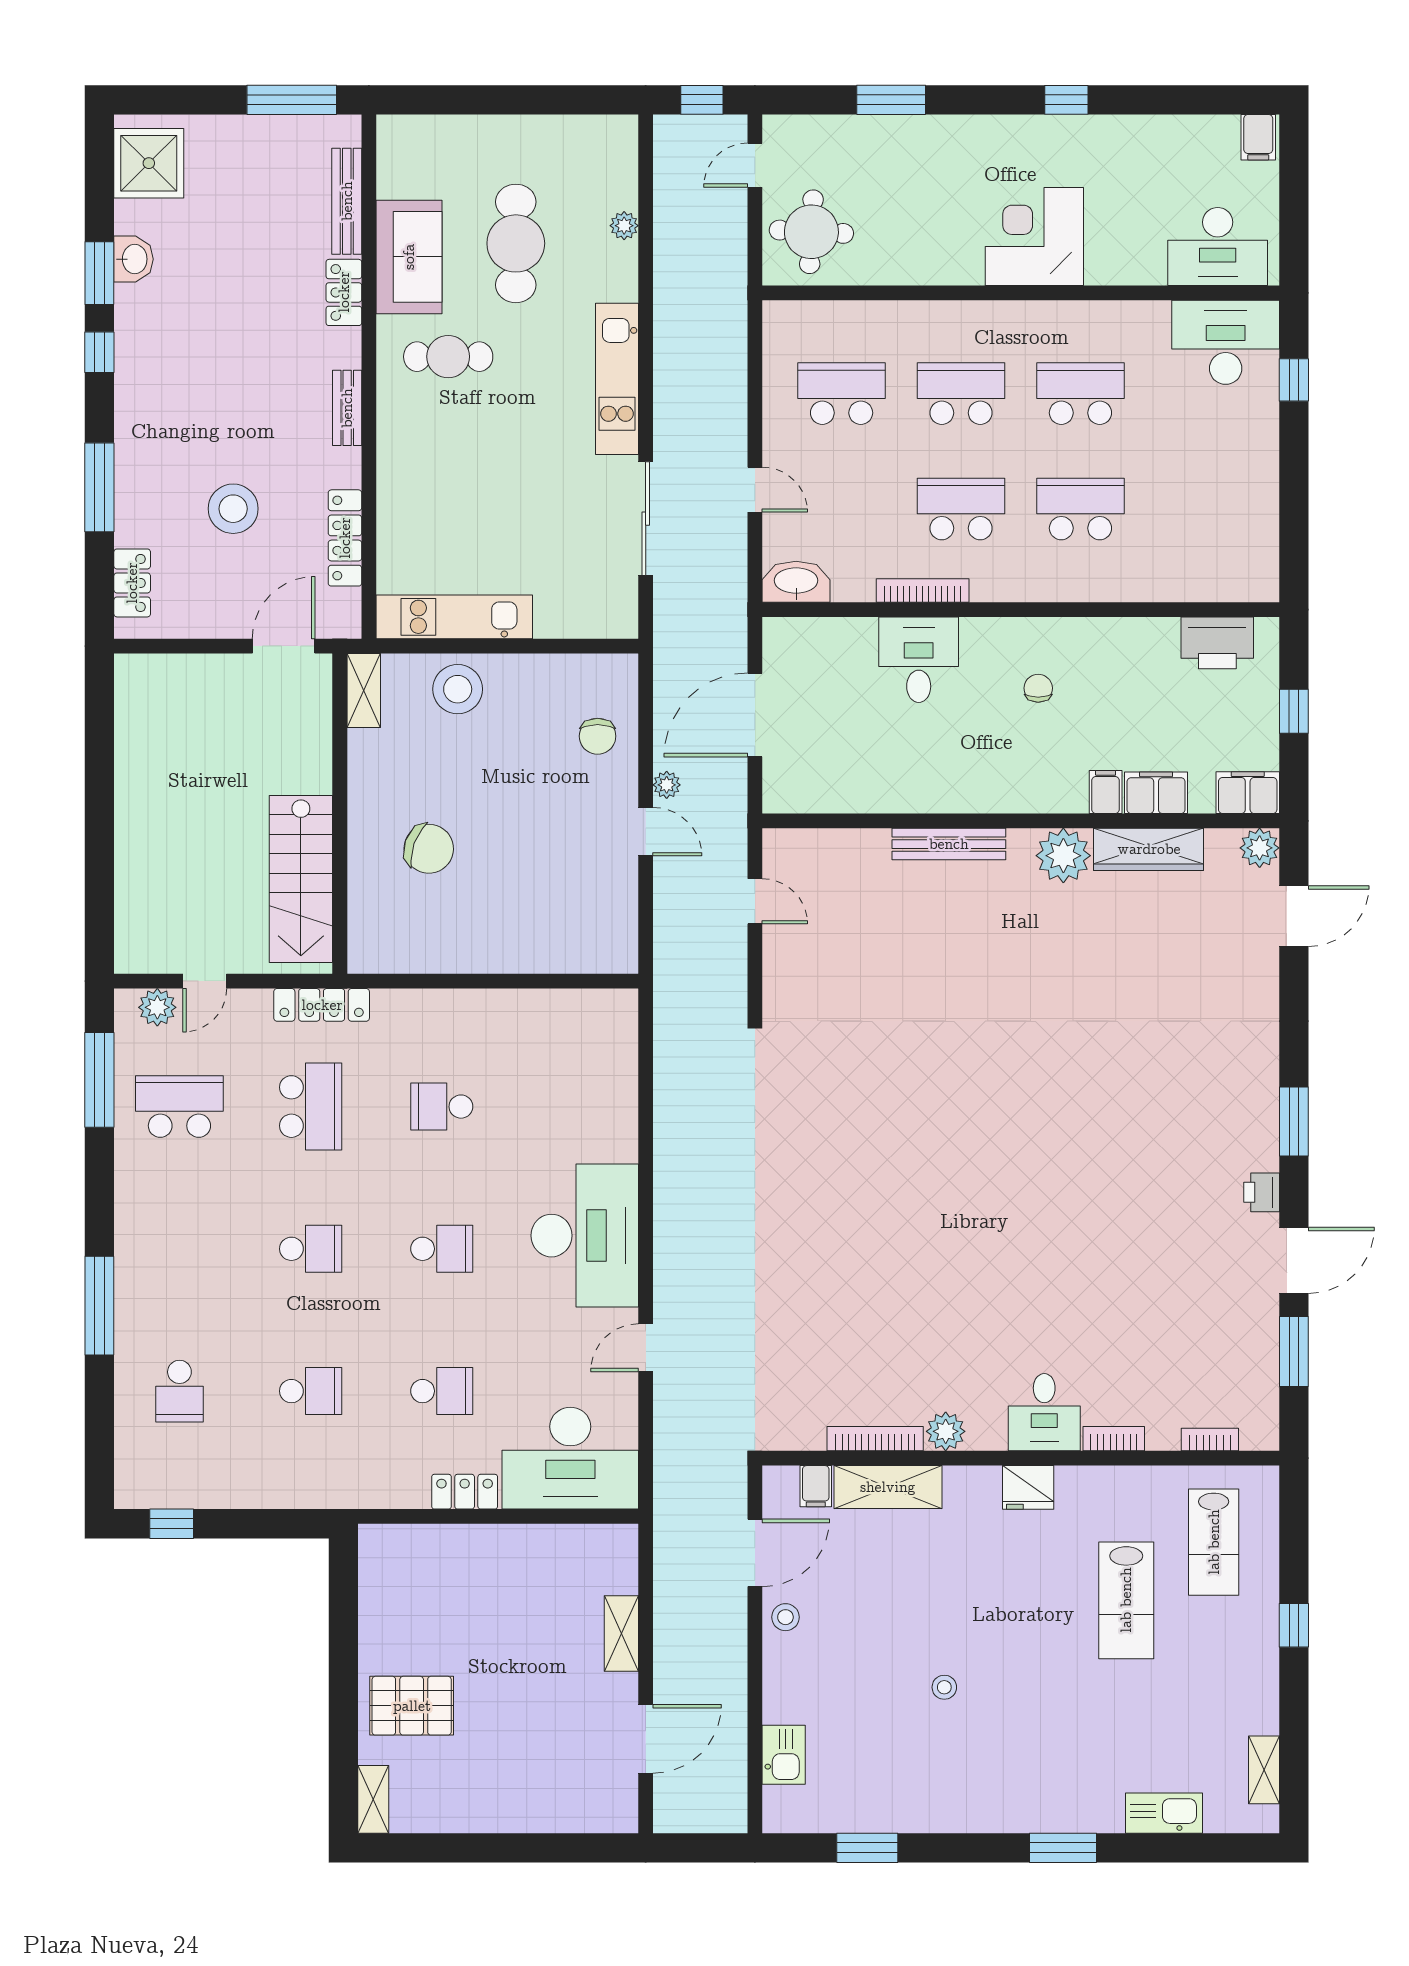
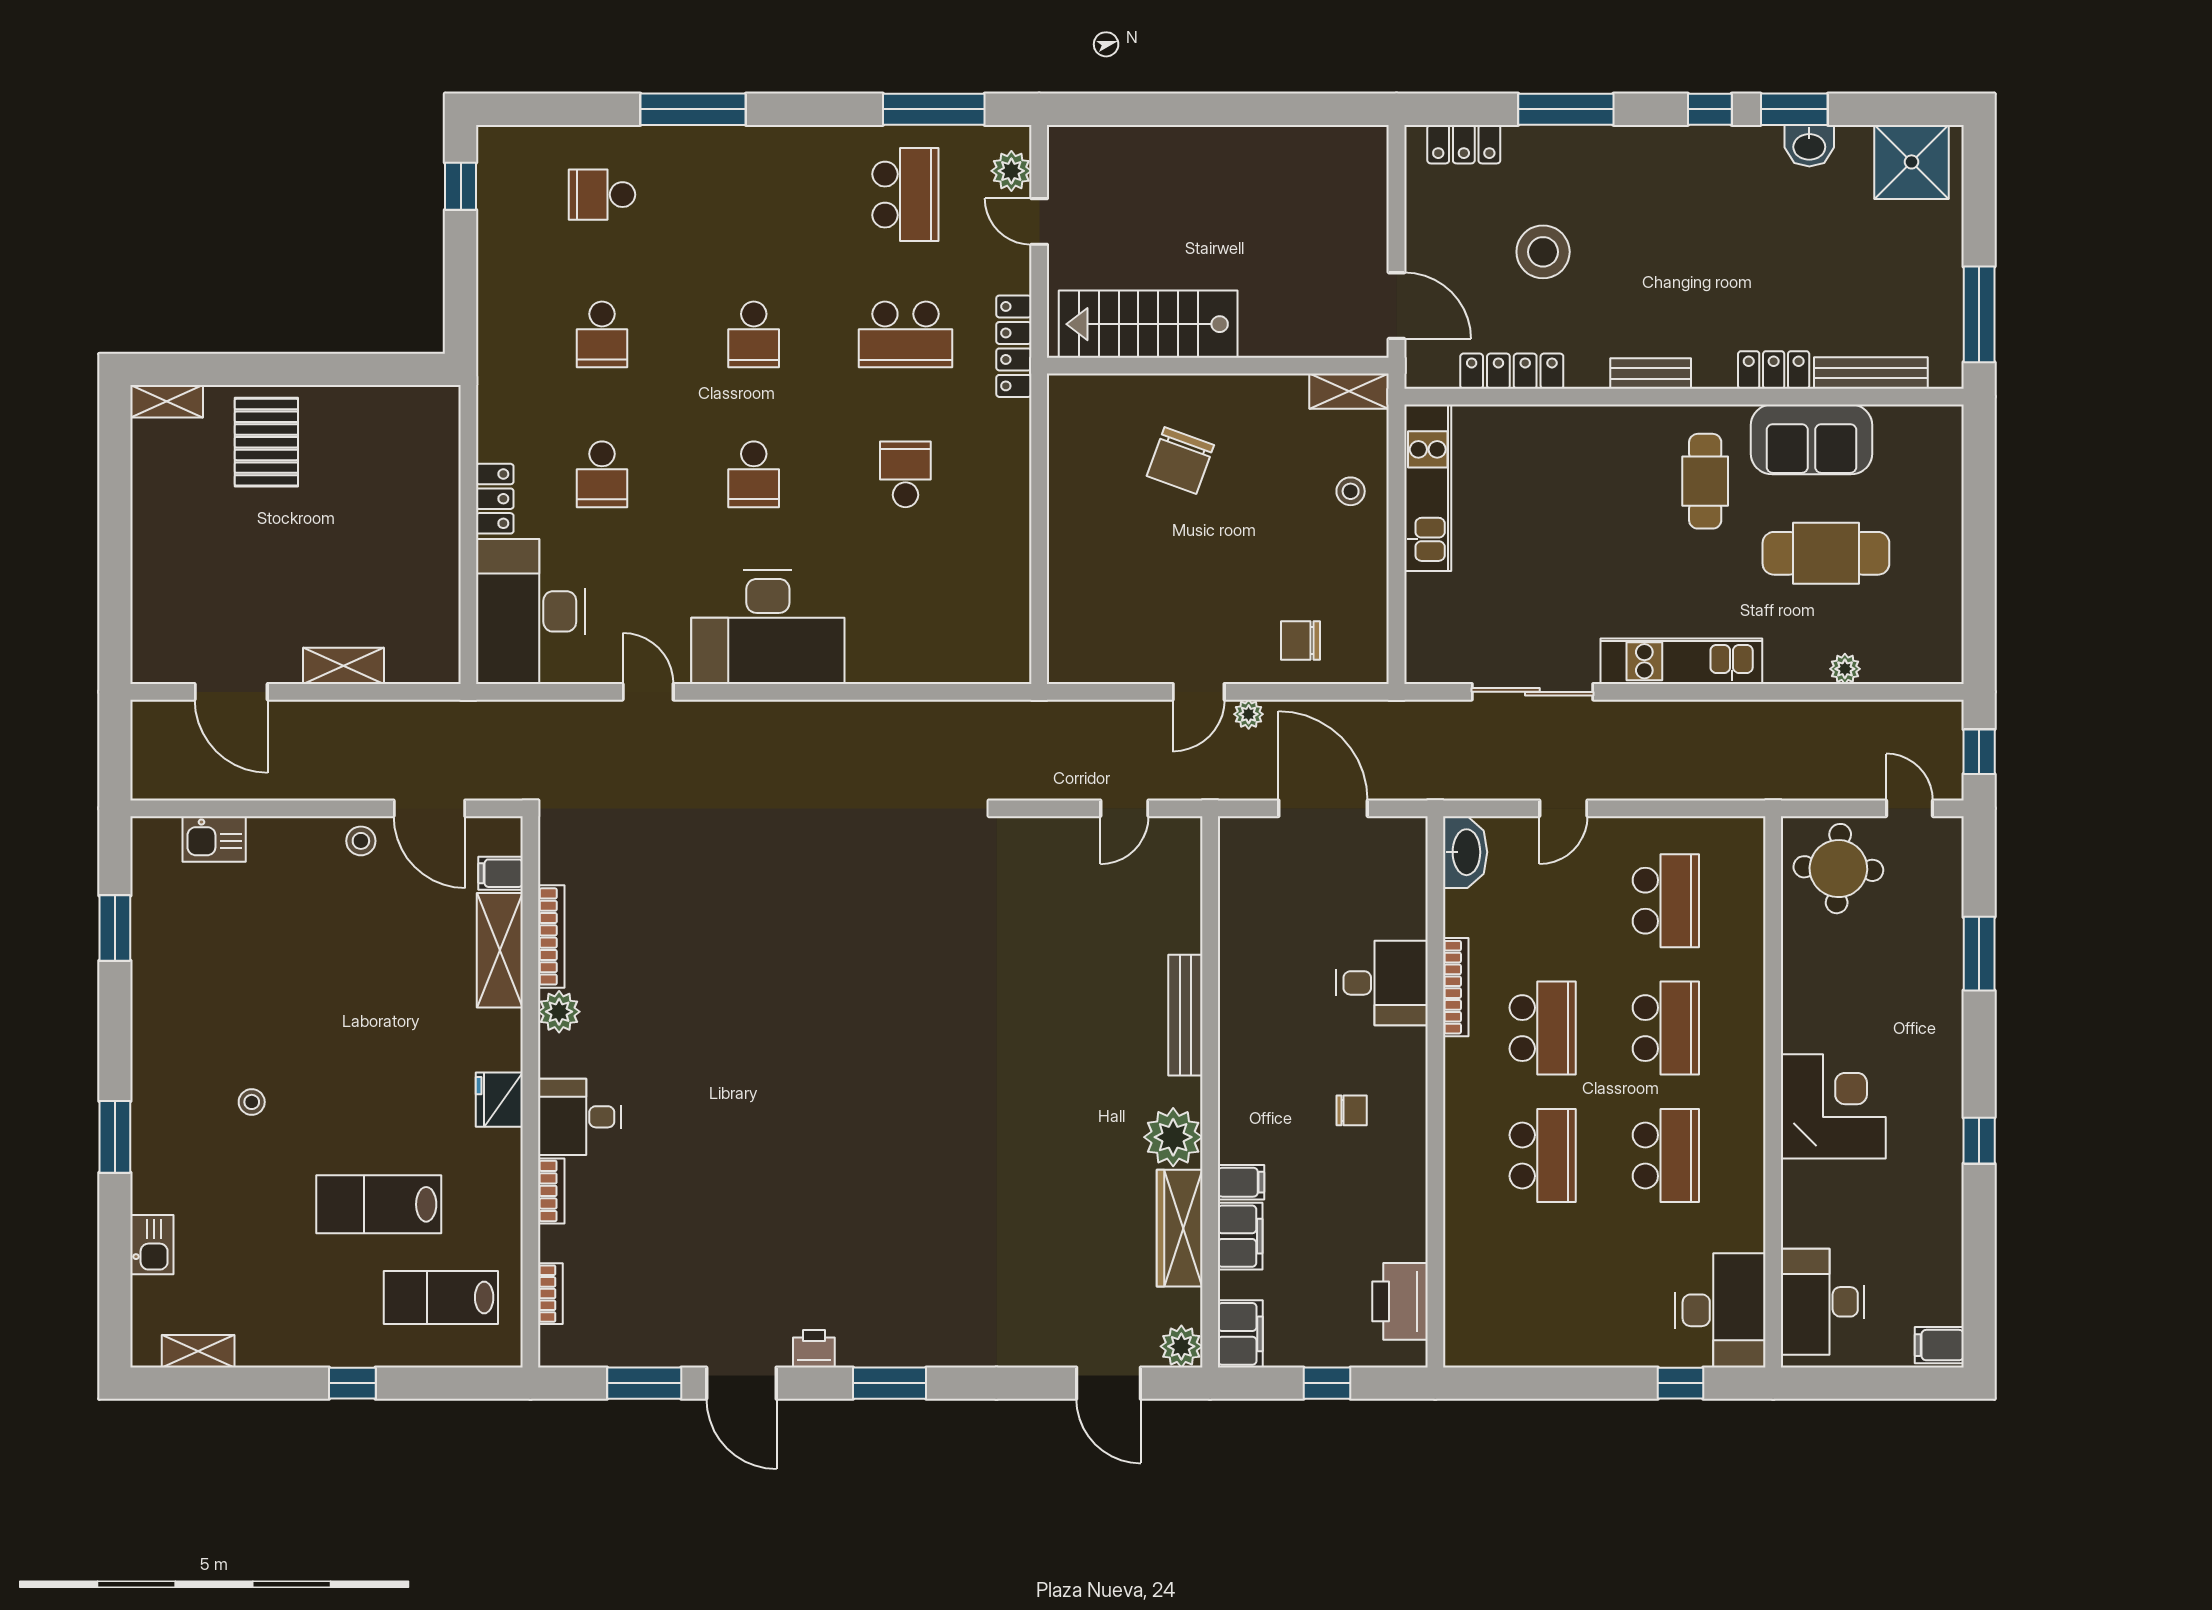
stool: (458, 689) -> (1351, 491), width x0.53, depth x0.53
stool: (944, 1687) -> (252, 1102), moved
kitchen sink: (1164, 1813) -> (152, 1245), width x0.73

